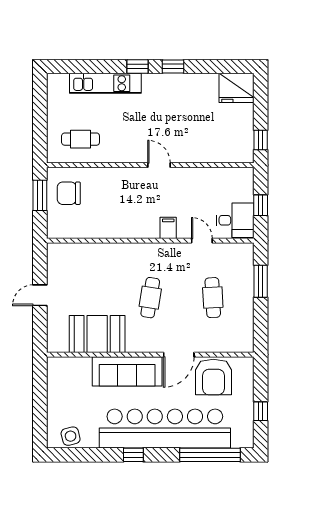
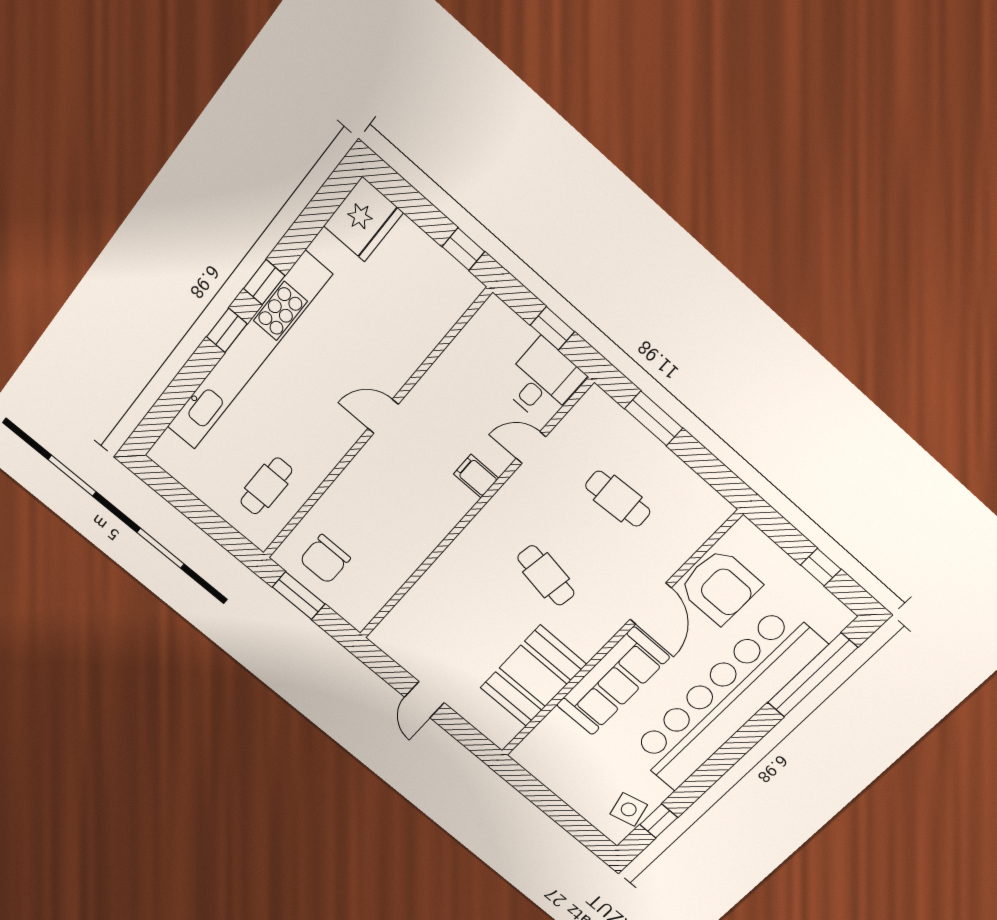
kitchen unit: (105, 83) -> (248, 352), width x1.86
window: (133, 455) -> (659, 821), moved

